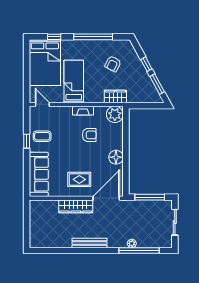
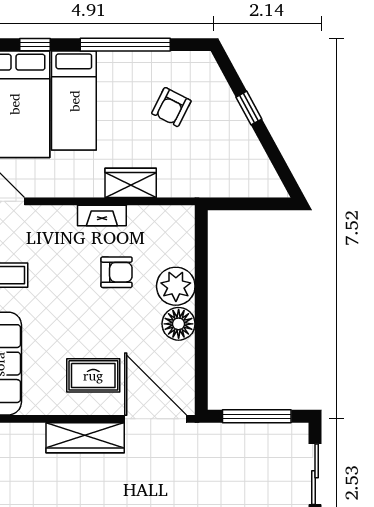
bed: (74, 81) -> (74, 101), moved, turned 180
window: (157, 84) -> (274, 154), removed
wardrobe: (115, 96) -> (131, 183), moved
plant: (115, 114) -> (176, 286), moved
door: (106, 198) -> (156, 419), hinge flipped

